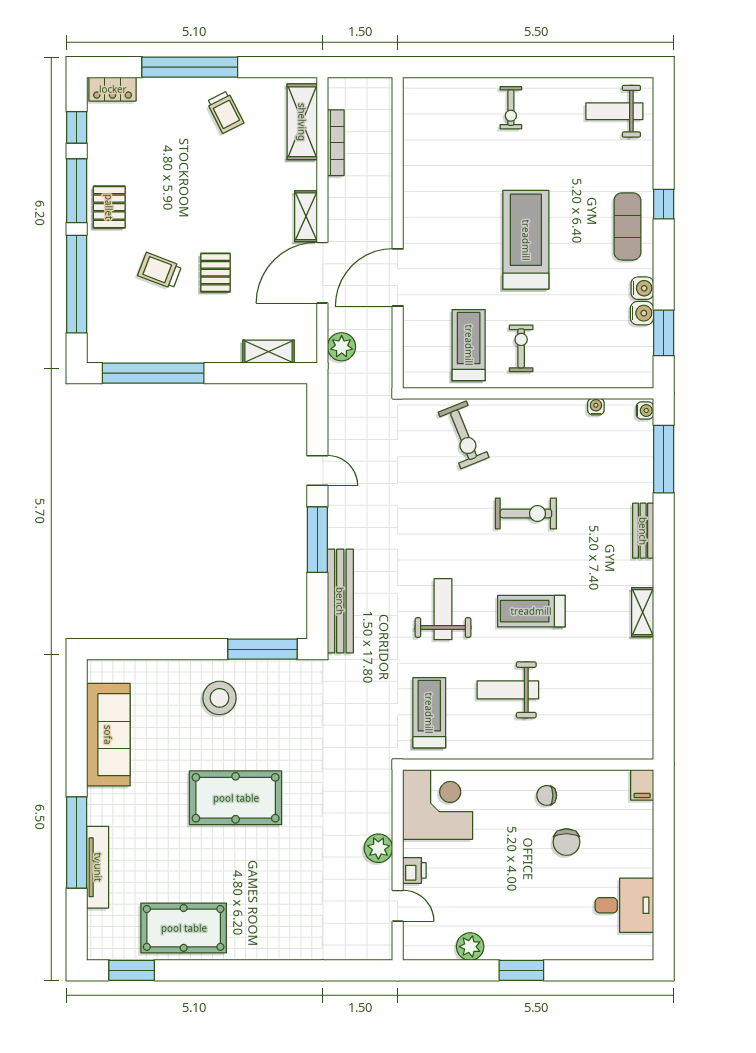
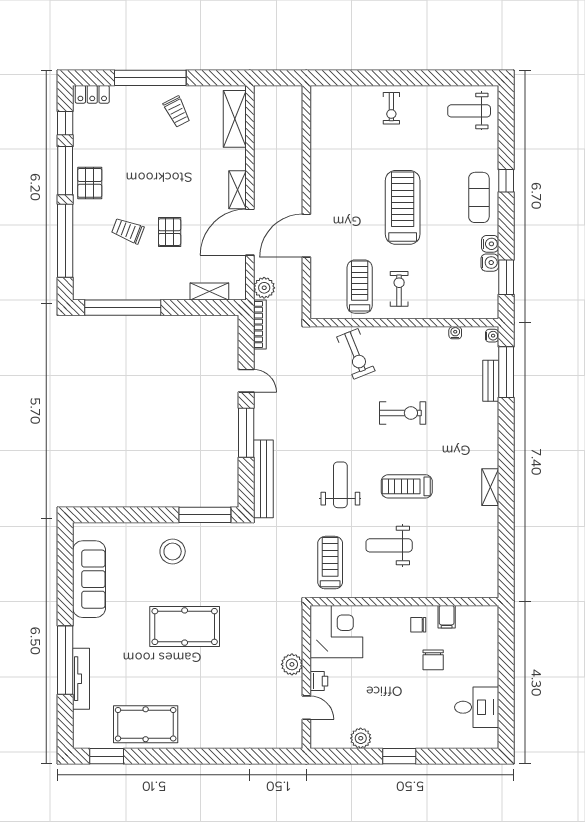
bookcase: (336, 143) -> (260, 324), moved
bench: (643, 531) -> (491, 381), moved
filing cabinet: (642, 785) -> (447, 617), moved

